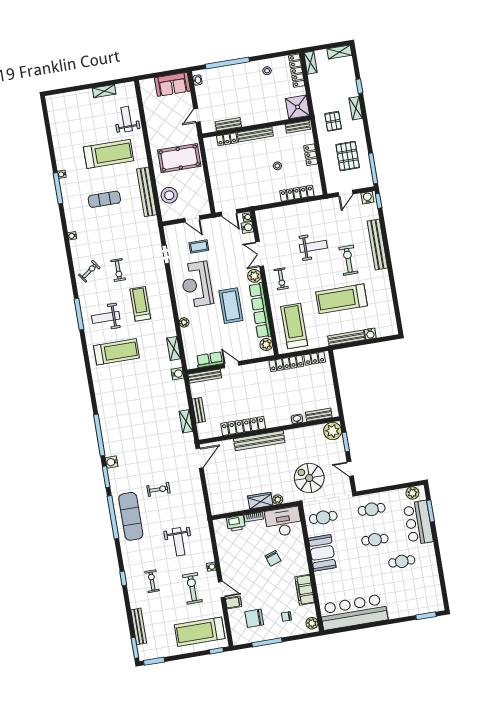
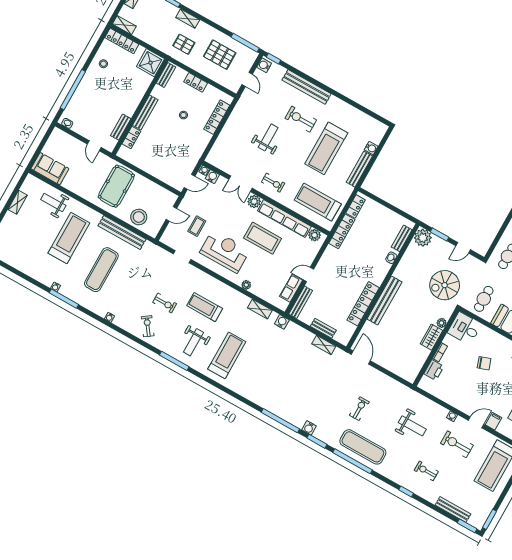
sofa: (172, 84) -> (50, 169), moved, turned -90
exercise mat: (104, 199) -> (101, 270), width x1.36, depth x1.45
reception desk: (197, 284) -> (225, 251), turned 180
desk: (283, 522) -> (465, 328), width x0.73

